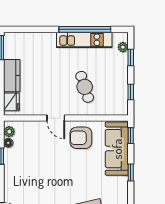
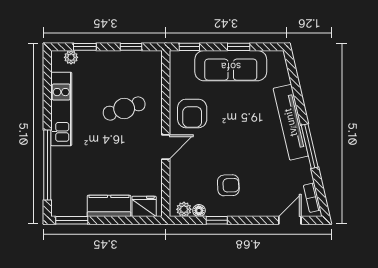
window: (85, 29) -> (47, 165), moved
sofa: (117, 149) -> (231, 66), moved
armchair: (27, 165) -> (228, 185), added

